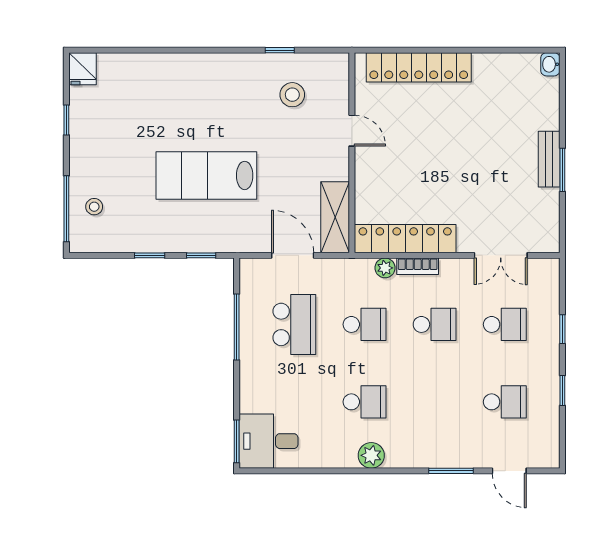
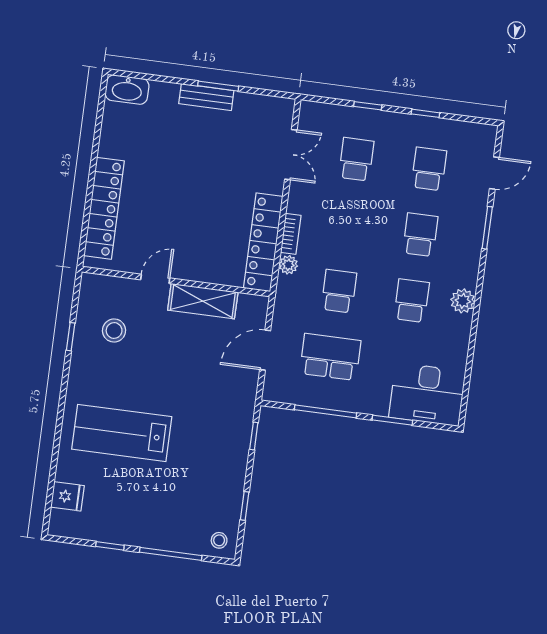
washbasin: (550, 64) -> (127, 90), width x1.91, depth x1.45
fridge: (83, 69) -> (67, 496), moved
lab bench: (206, 175) -> (122, 433), moved, turned 90
stool: (94, 207) -> (219, 540), moved
window: (66, 209) -> (171, 554), moved
shelving: (335, 217) -> (203, 301), moved
window: (150, 255) -> (245, 506), moved
school desk: (435, 324) -> (420, 235), moved
window: (237, 441) -> (392, 420), moved
desk: (269, 441) -> (427, 394), width x1.37

